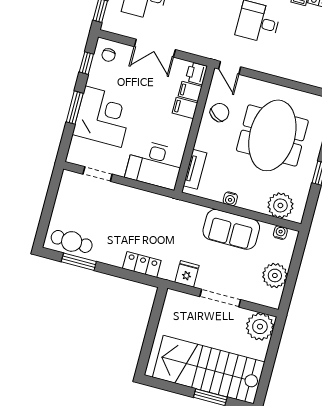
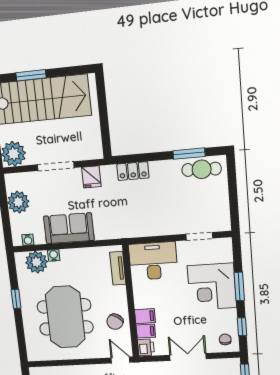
water cooler: (230, 199) -> (54, 255), moved

